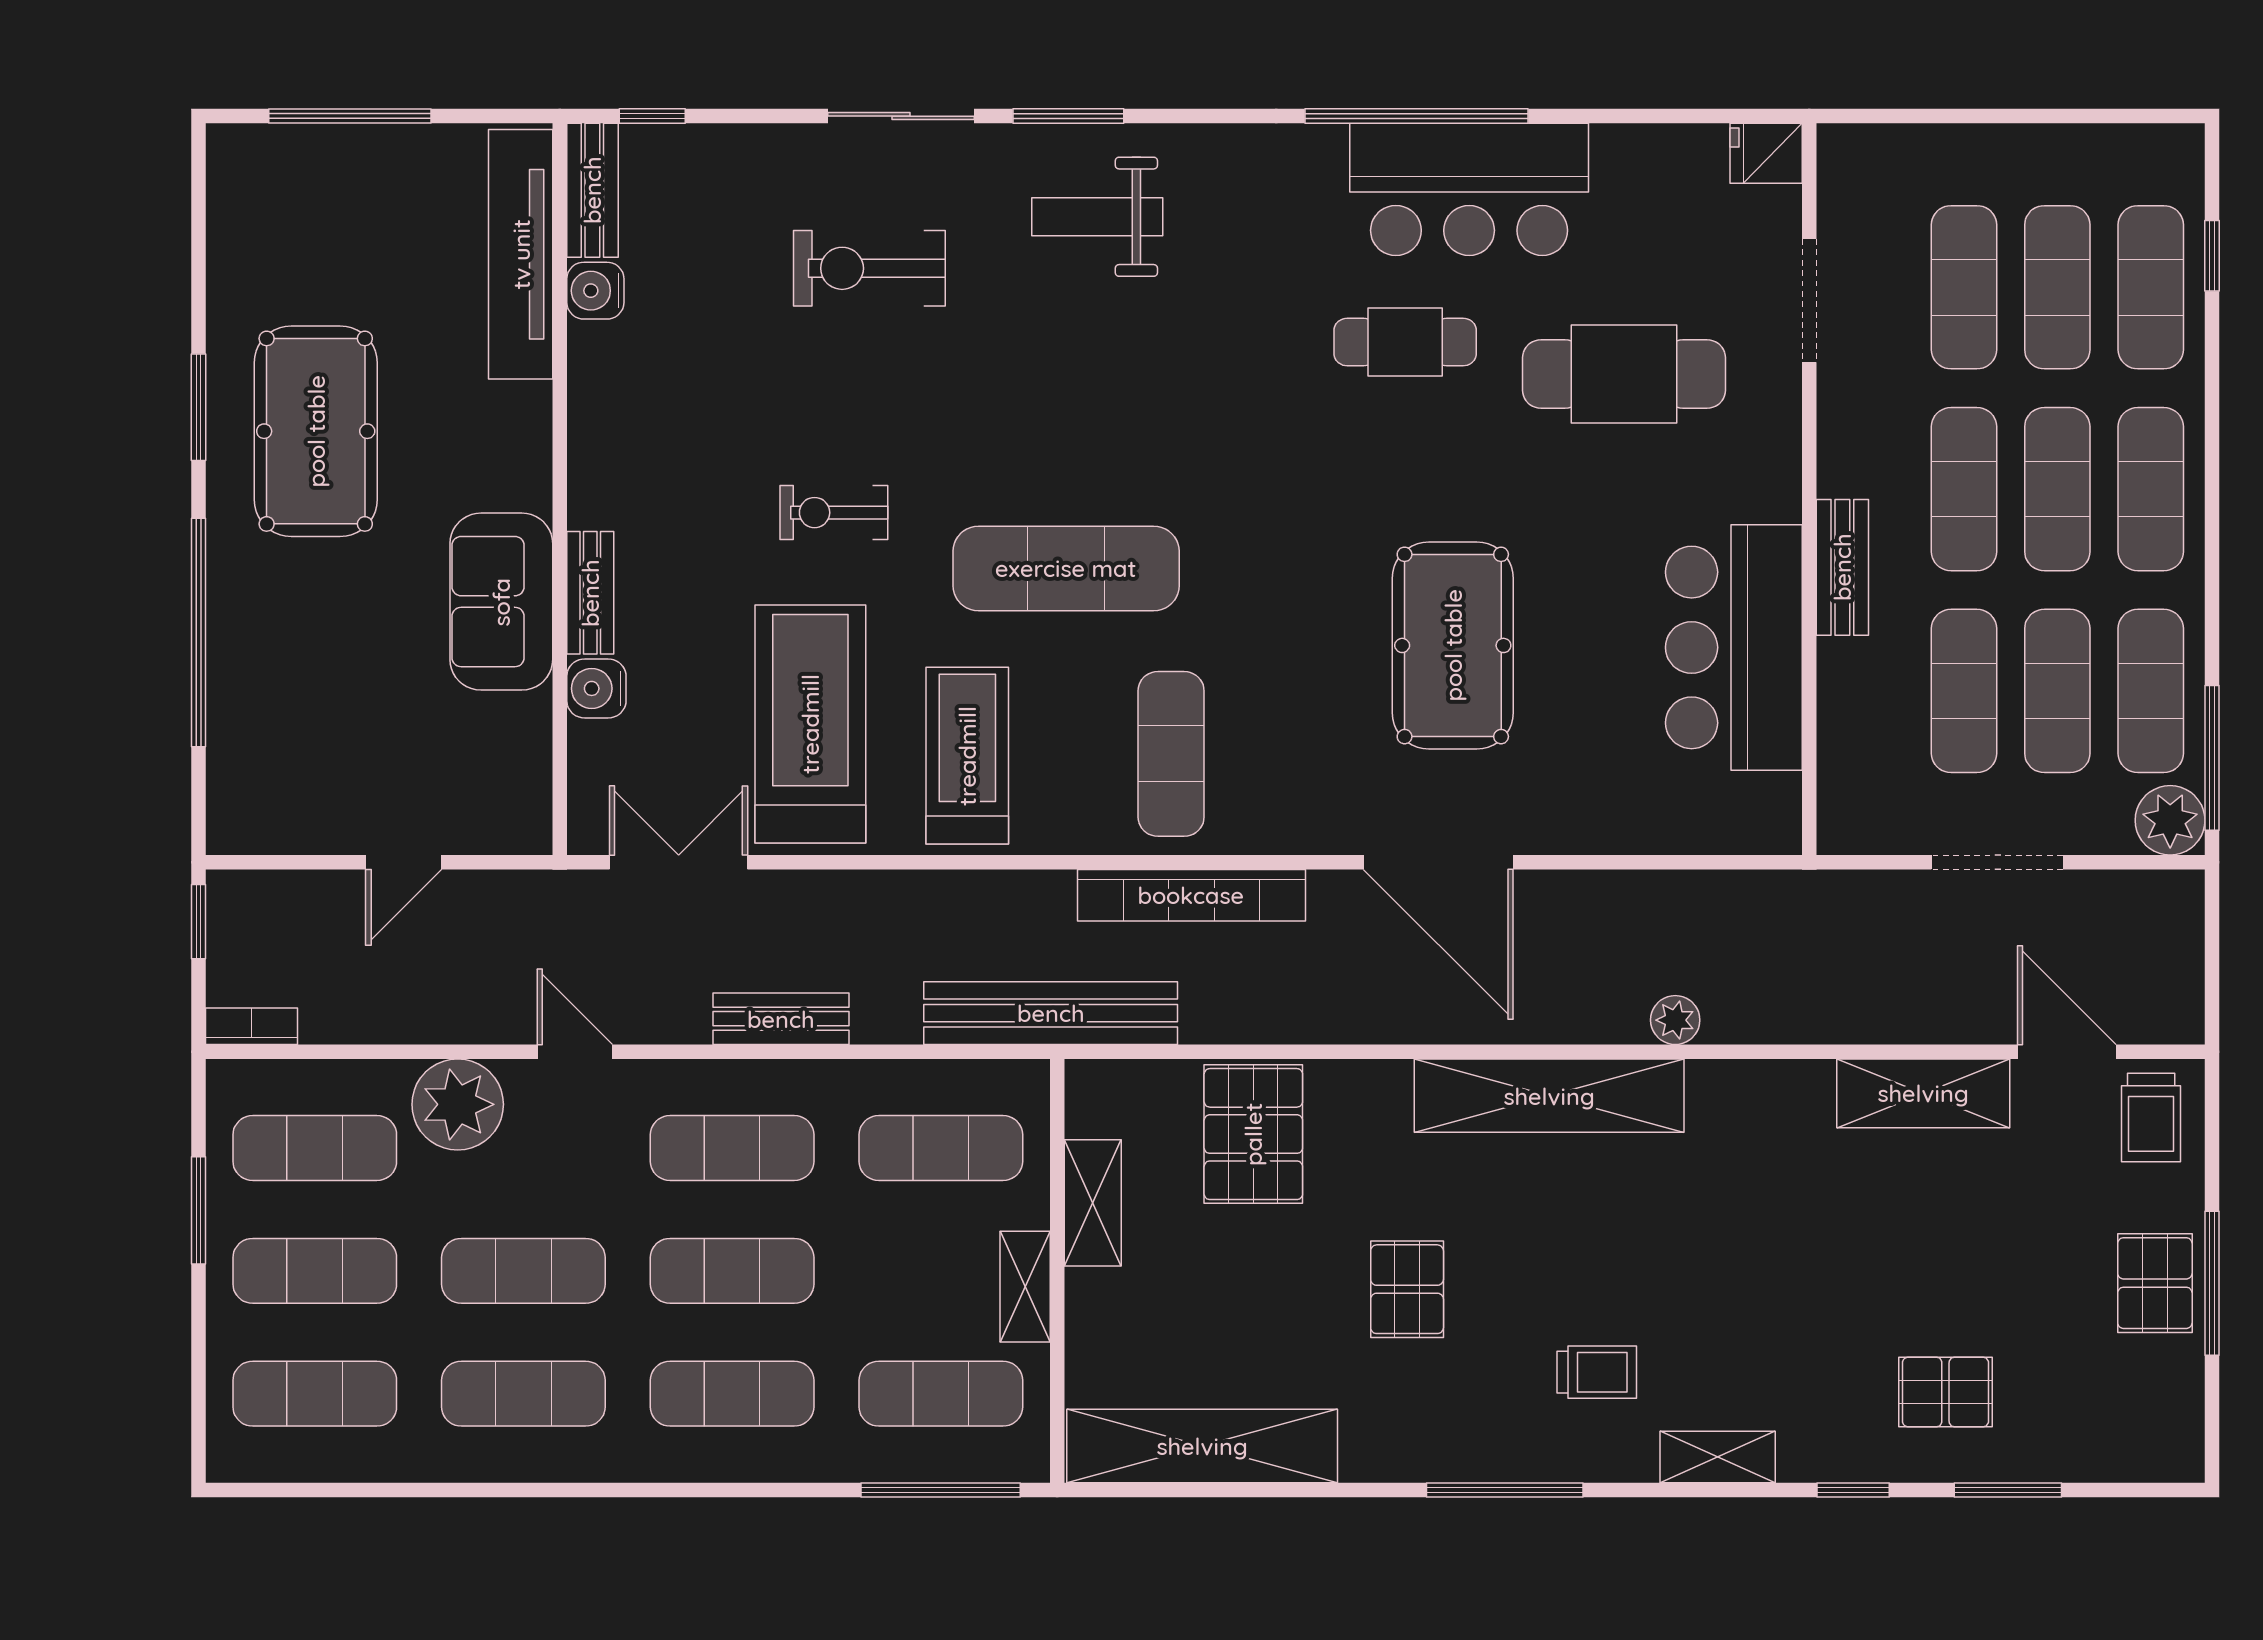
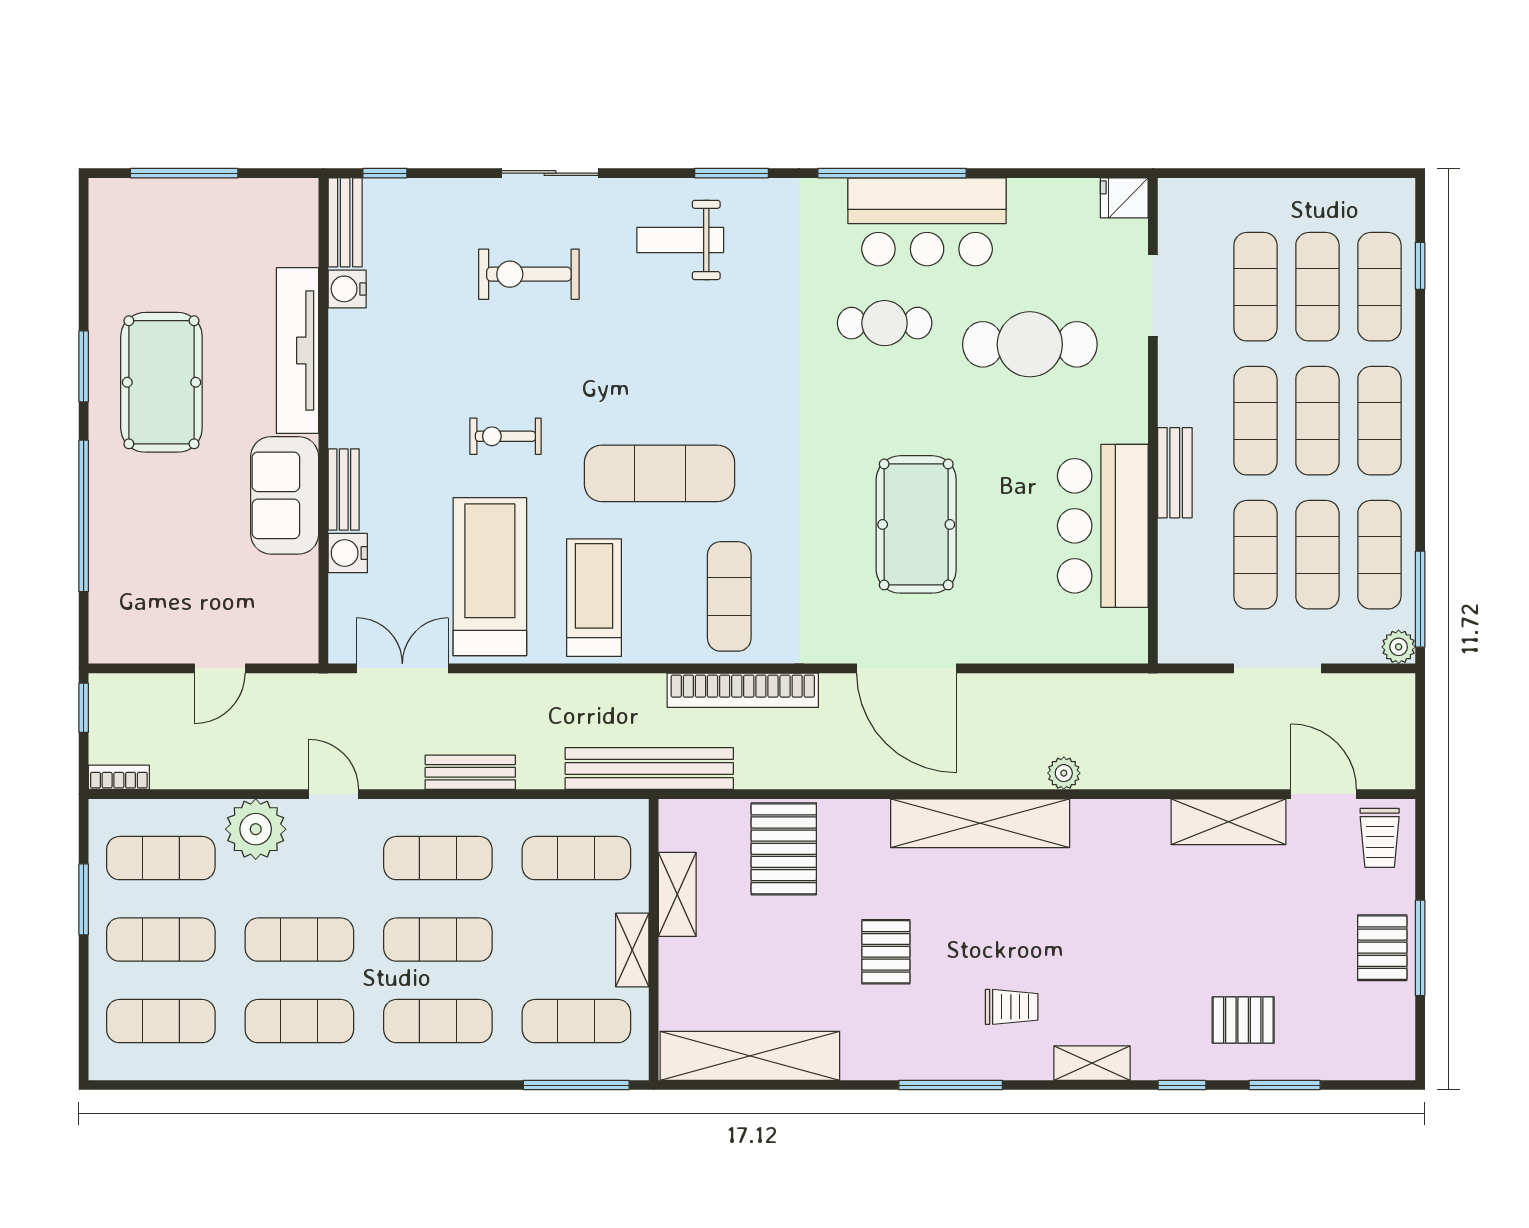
window: (1068, 116) -> (732, 173), moved
tv unit: (521, 254) -> (297, 351), moved
plant: (2170, 820) -> (1399, 647), width x0.73, depth x0.73

